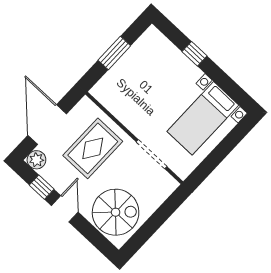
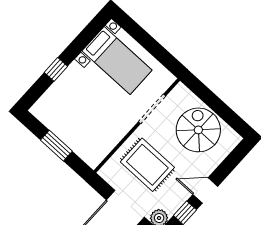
spiral stairs: (116, 212) -> (198, 130), moved

